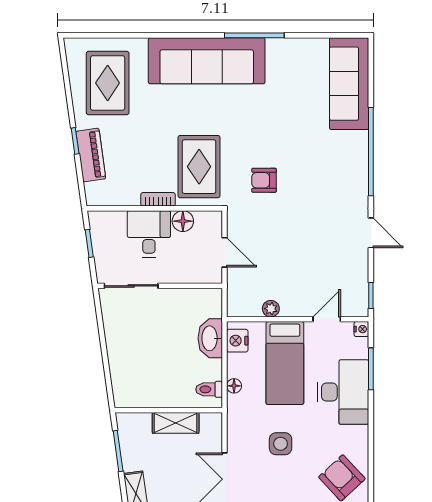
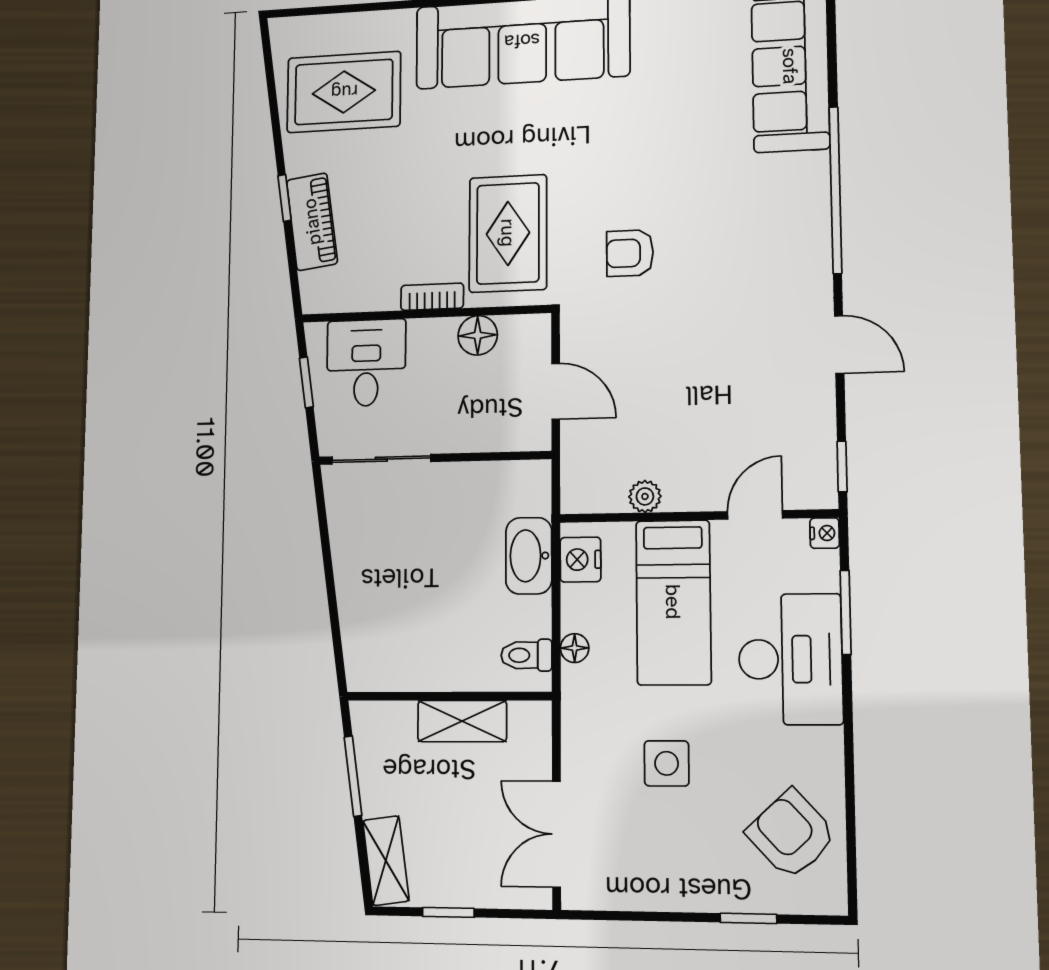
rug: (108, 83) -> (344, 92), turned 90
desk: (149, 234) -> (366, 363), moved

